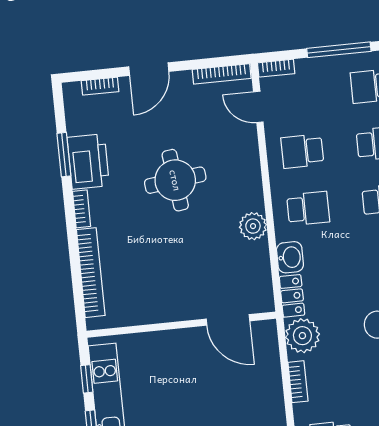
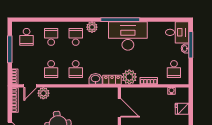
school desk: (308, 209) -> (76, 69), turned 180
plant: (253, 226) -> (43, 93), moved
door: (228, 320) -> (119, 108), hinge flipped

